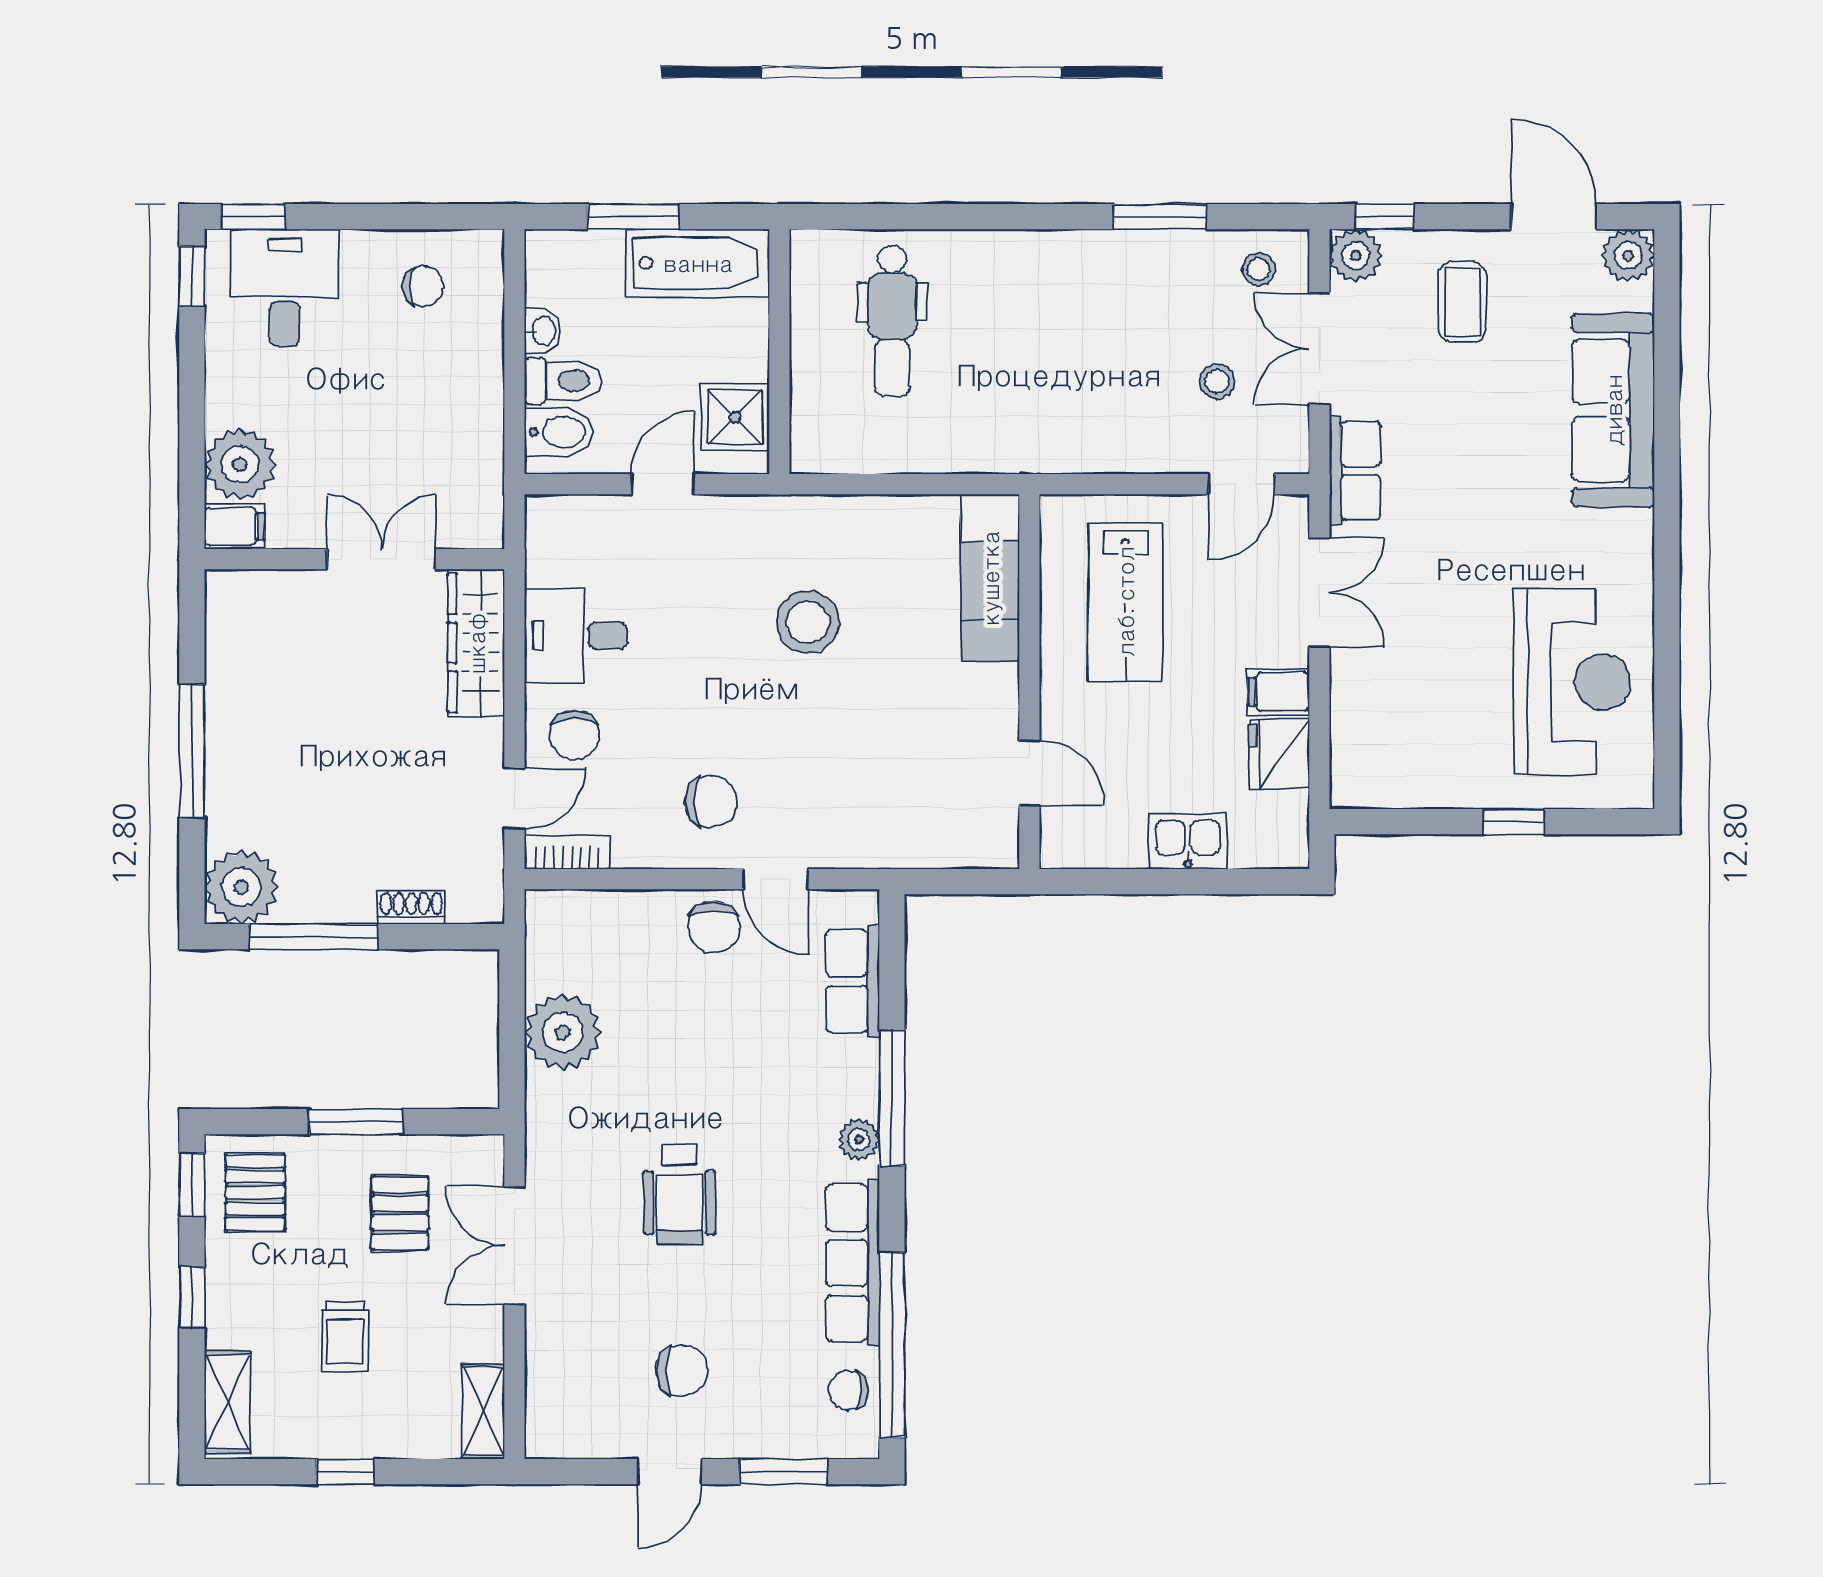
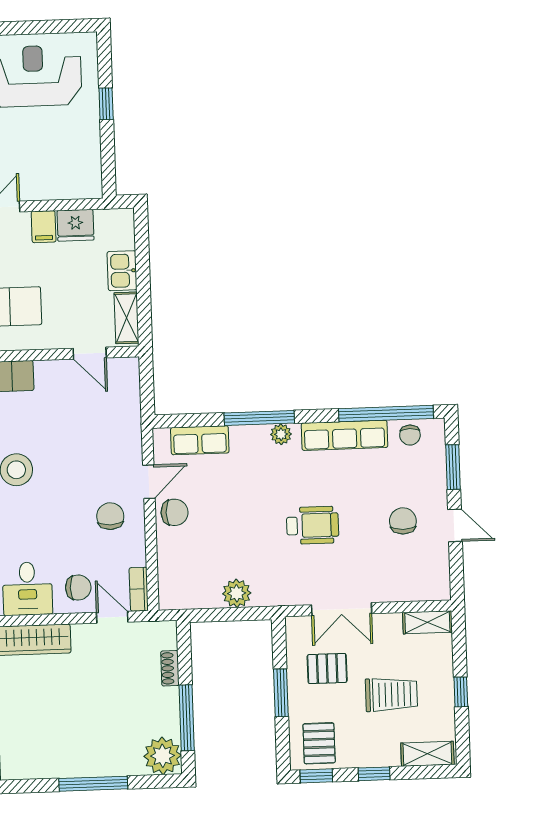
door: (1029, 773) -> (90, 353), swing flipped
shelving: (1096, 847) -> (126, 318), added
plant: (563, 1032) -> (237, 593), width x0.73, depth x0.73
pallet: (255, 1193) -> (319, 743), turned 90
trolley: (345, 1336) -> (391, 694), width x1.36, depth x1.39

